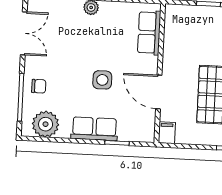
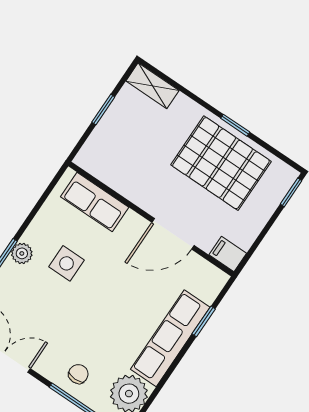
side table: (102, 80) -> (66, 263), moved
row of seats: (94, 129) -> (170, 338), width x1.48

